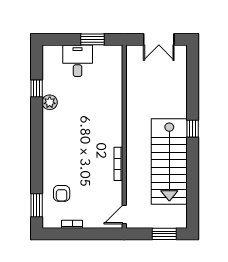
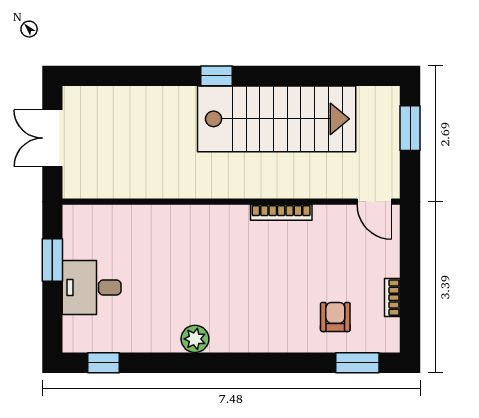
double door: (159, 39) -> (52, 138), swing flipped
window: (37, 88) -> (103, 363), moved
plant: (50, 102) -> (195, 339), moved
armchair: (62, 193) -> (335, 317), turned -90

